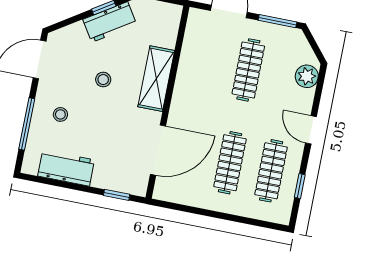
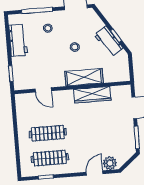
clothes rail: (248, 70) -> (104, 129), removed
wardrobe: (188, 73) -> (92, 95), added
door: (311, 130) -> (95, 173), moved
door: (158, 150) -> (43, 90), width x0.53

